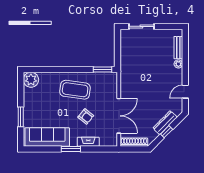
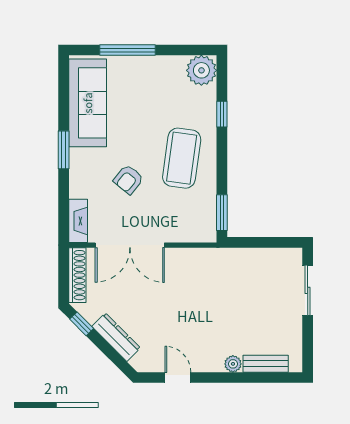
window: (53, 70) -> (222, 114), added
window: (21, 117) -> (127, 50), width x1.44
window: (167, 132) -> (82, 324), moved
fireplace: (88, 142) -> (78, 221), moved

